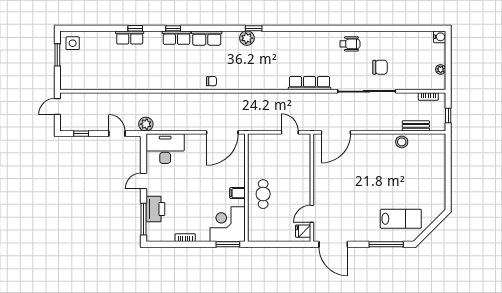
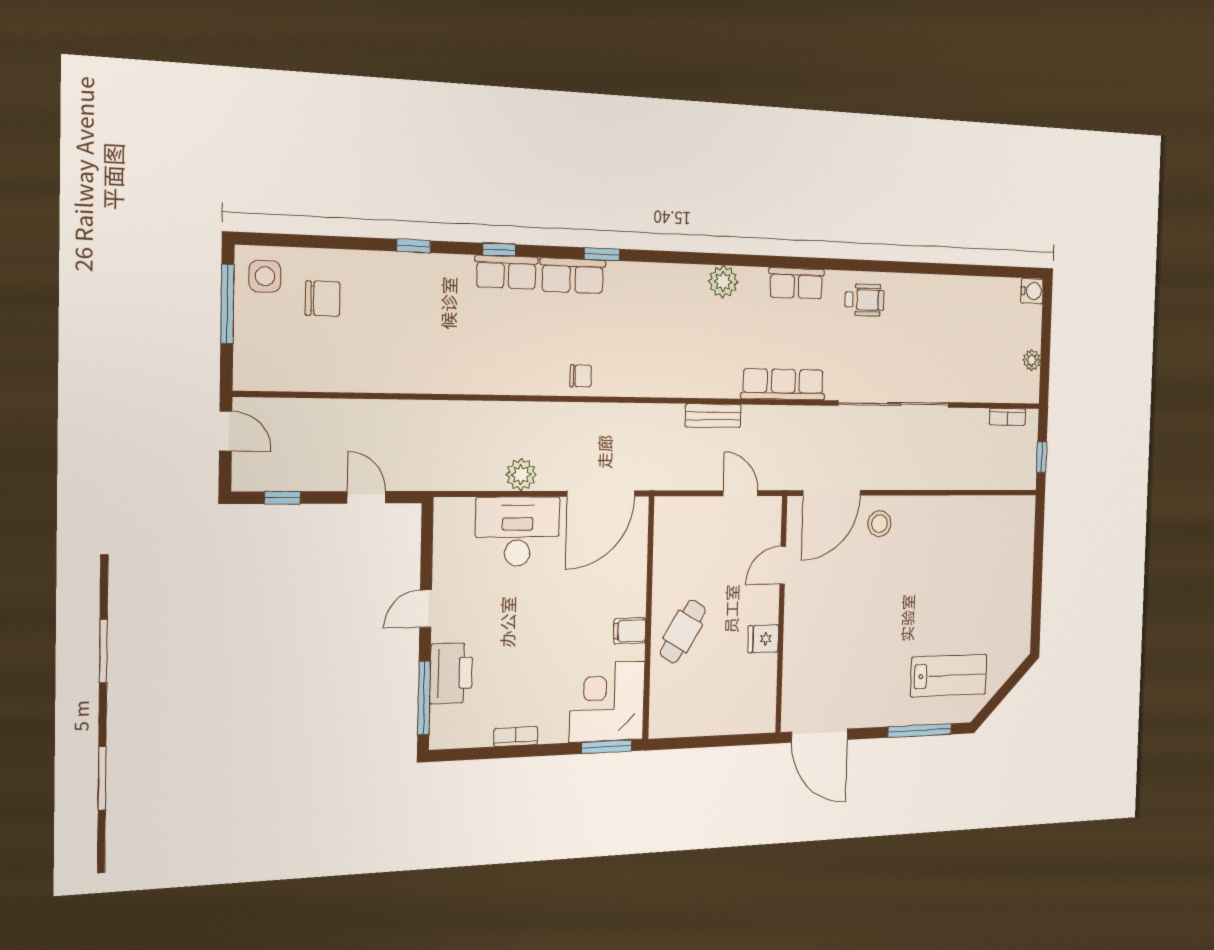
window: (254, 28) -> (602, 254), moved
row of seats: (130, 38) -> (796, 283), moved
plant: (247, 38) -> (723, 282), moved
window: (57, 55) -> (227, 304), width x1.44
chair: (380, 67) -> (323, 298), moved
door: (57, 106) -> (226, 431), swing flipped
plant: (146, 124) -> (521, 475), moved
bench: (416, 126) -> (713, 416), moved
stool: (402, 142) -> (879, 524), moved
desk: (165, 149) -> (518, 532), moved
cafe table: (263, 194) -> (683, 631), turned 31
door: (312, 214) -> (783, 565), moved
fridge: (303, 231) -> (763, 639), moved

